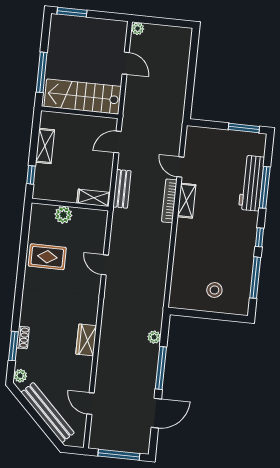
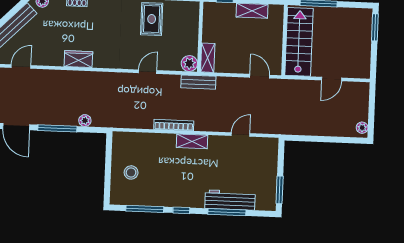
plant: (138, 29) -> (362, 128), moved
bench: (122, 189) -> (198, 82), moved
bookcase: (169, 201) -> (174, 125), moved
shelving: (187, 201) -> (192, 141), moved
plant: (63, 215) -> (189, 64), moved

